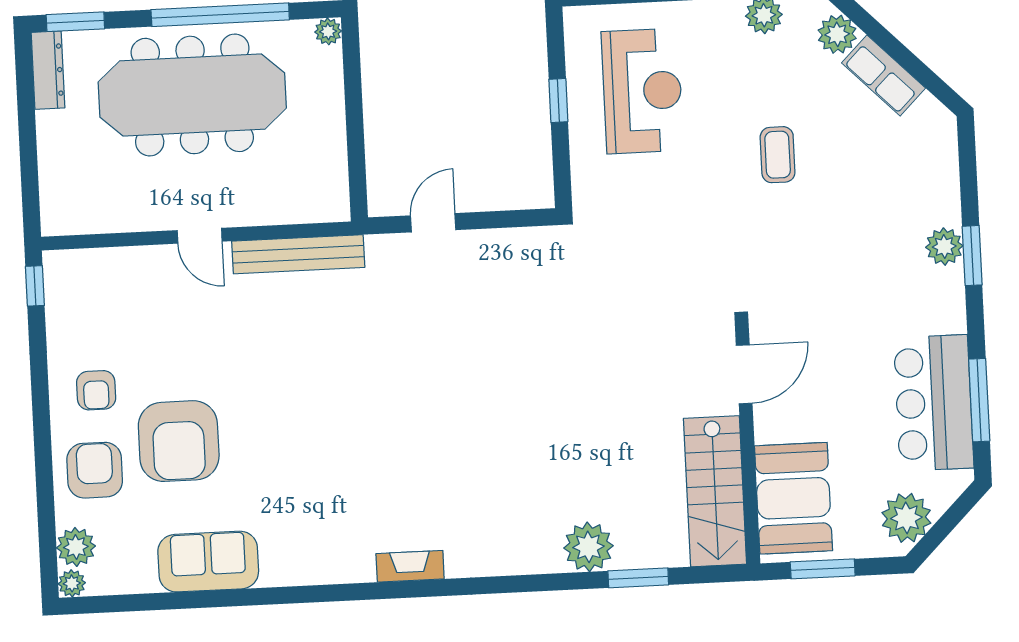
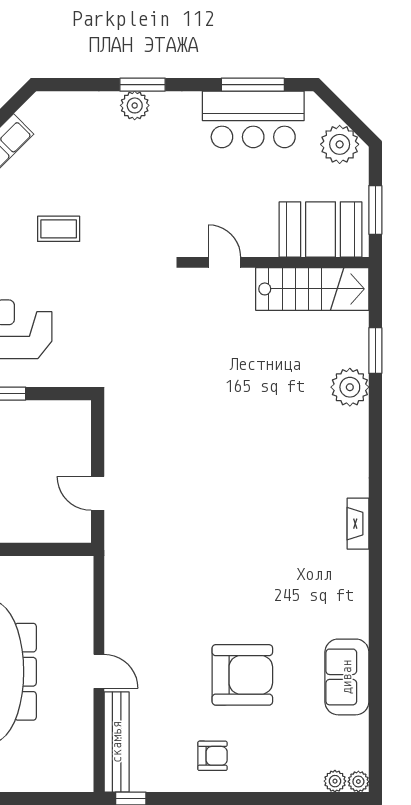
door: (200, 236) -> (99, 671), hinge flipped
bench: (298, 254) -> (117, 742), moved
door: (744, 374) -> (224, 262), width x0.73
armchair: (179, 441) -> (242, 675), moved
armchair: (95, 470) -> (273, 760), removed
plant: (76, 547) -> (335, 781), width x0.73, depth x0.73

